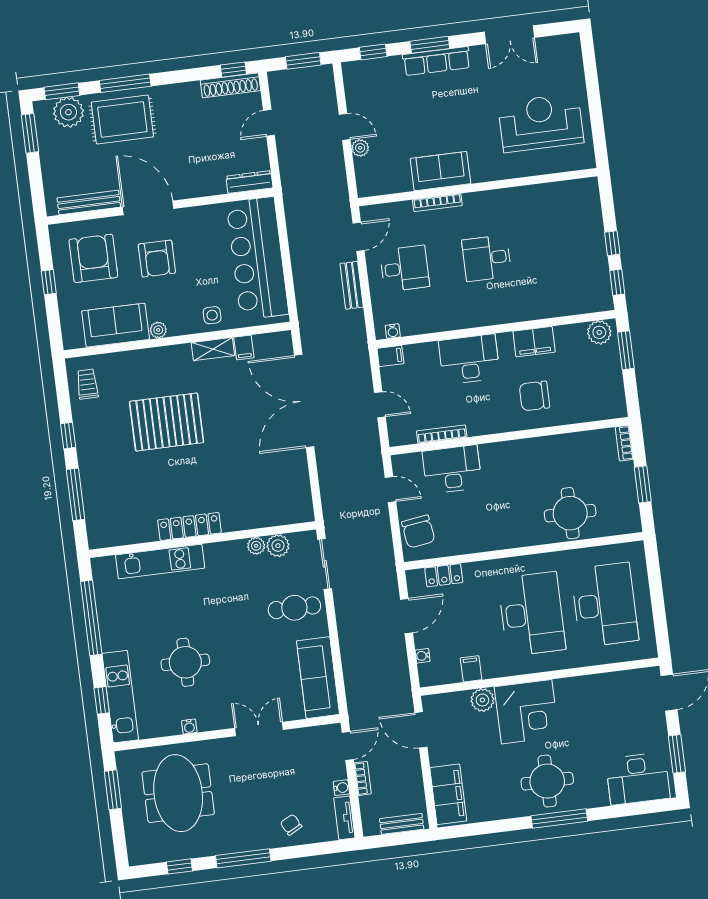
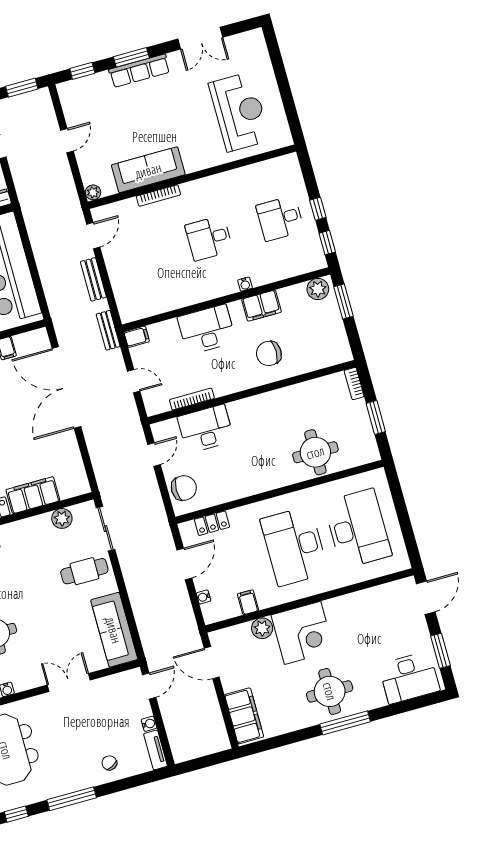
reception desk: (541, 123) -> (239, 112), turned 90
door: (345, 127) -> (67, 141), hinge flipped
plant: (360, 148) -> (93, 192), moved
sofa: (440, 171) -> (148, 170), width x1.36
desk: (405, 268) -> (280, 218), moved, turned 180
water cooler: (393, 331) -> (245, 284), moved
door: (391, 490) -> (154, 454), hinge flipped
filing cabinet: (249, 515) -> (33, 495), added
chair: (418, 532) -> (184, 488), turned -82
plant: (256, 546) -> (43, 521), removed
desk: (532, 614) -> (294, 546), turned 180
bookcase: (363, 778) -> (167, 713), removed
bench: (402, 824) -> (108, 330), moved, turned 90

